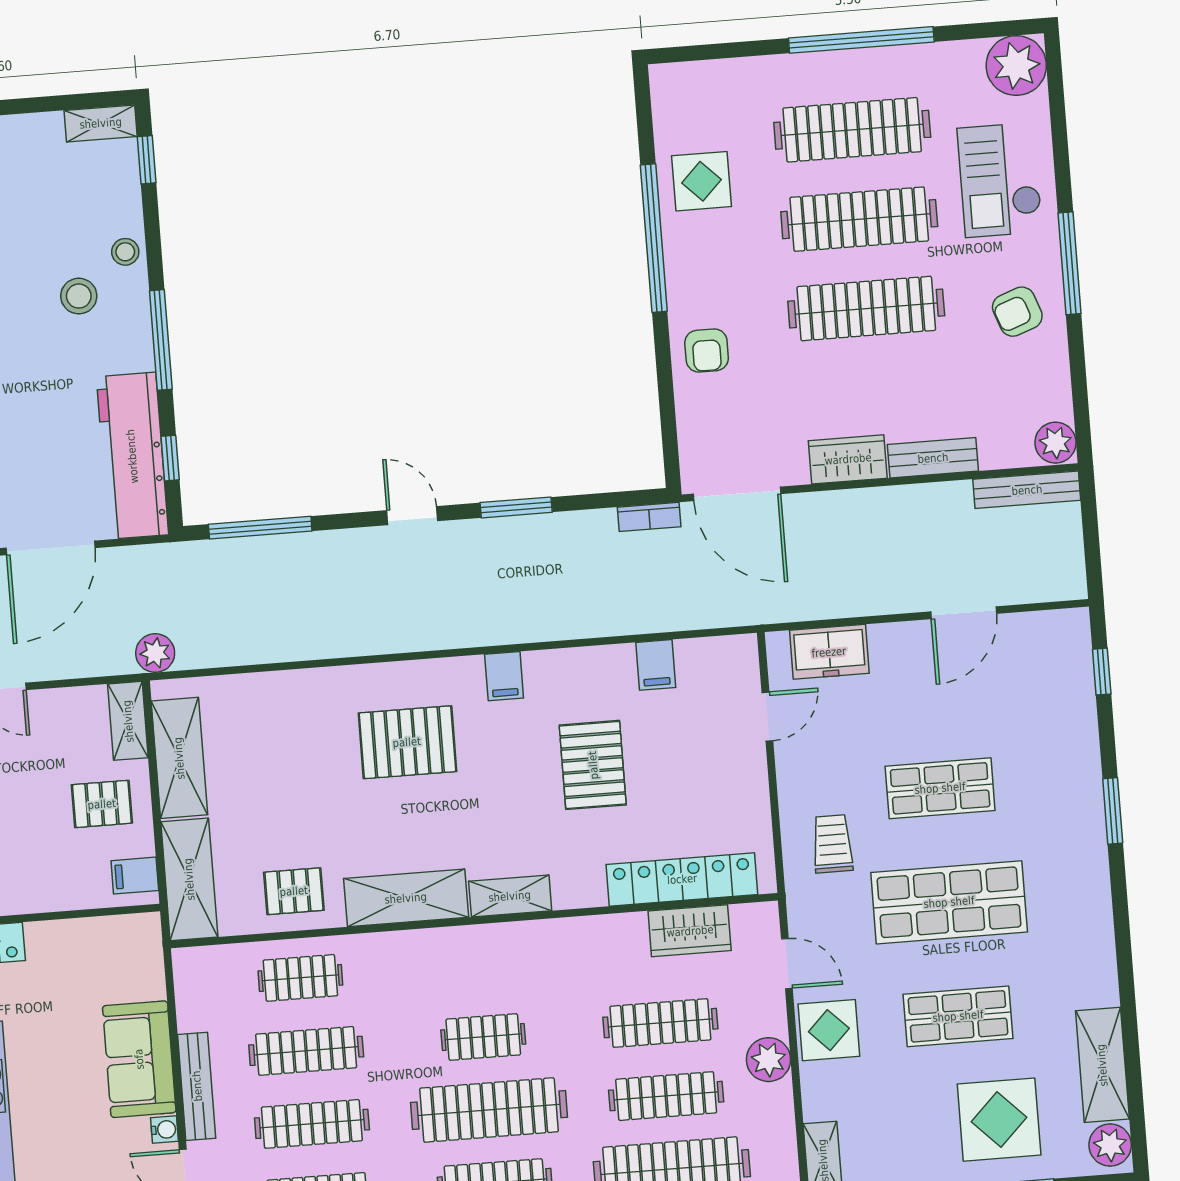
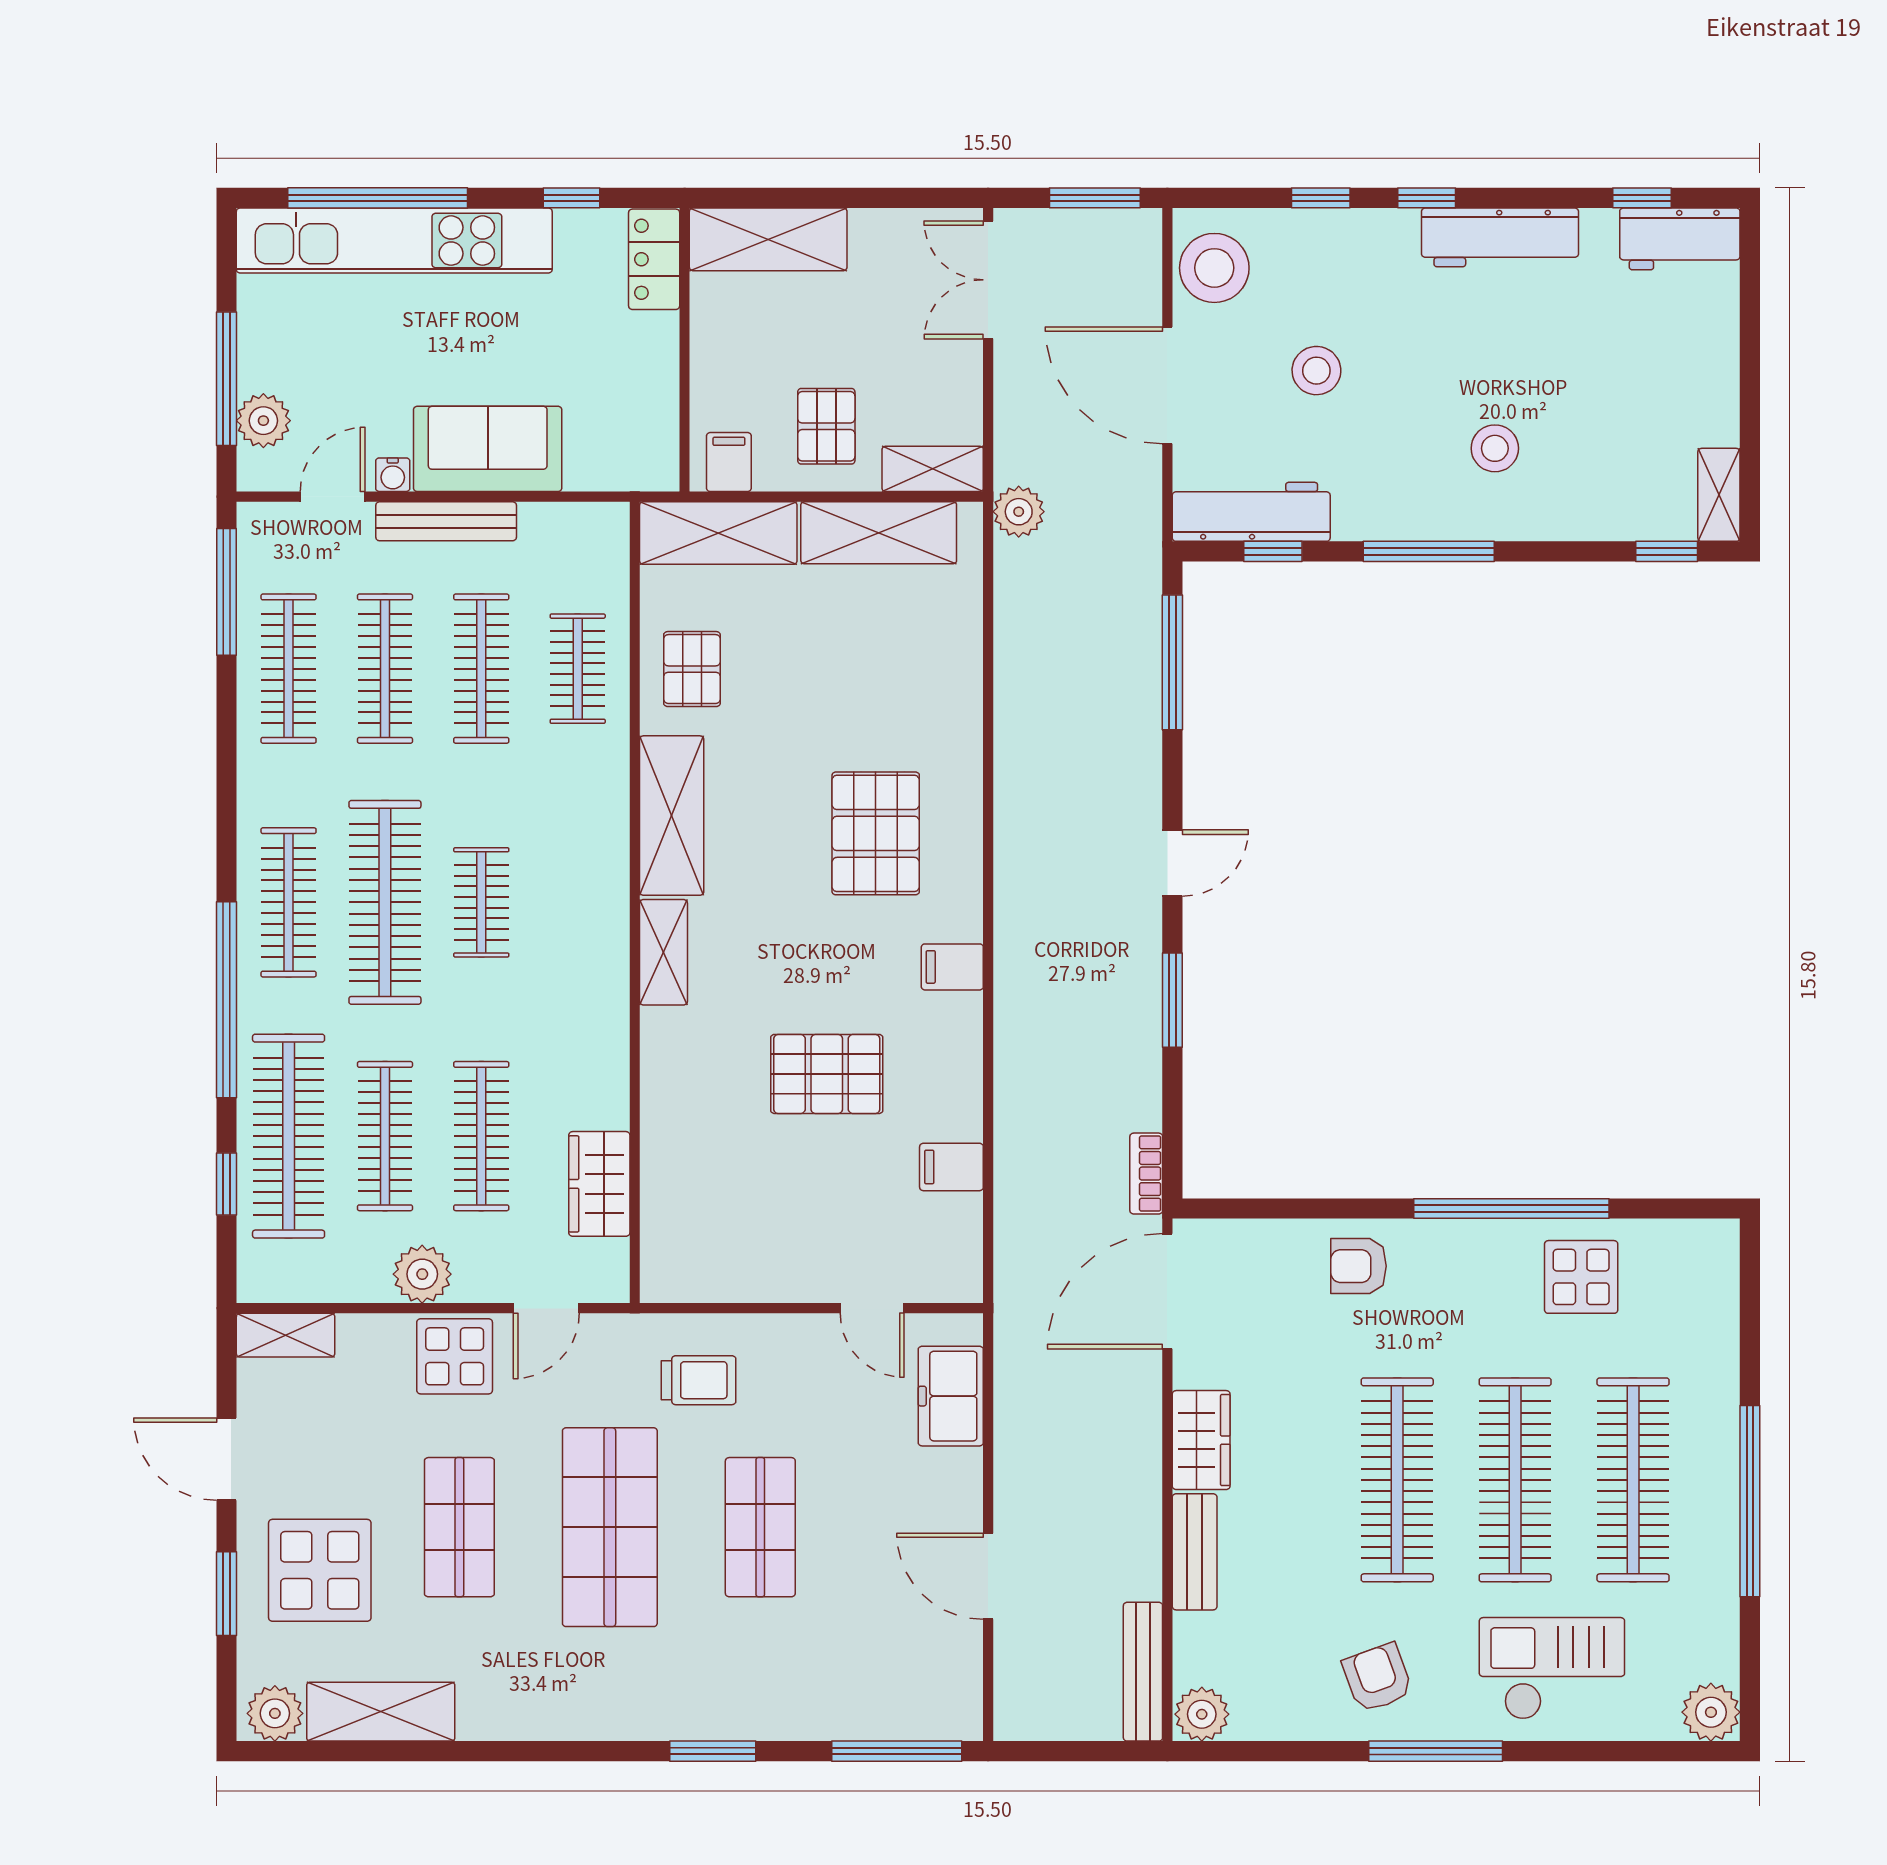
plant: (1016, 66) -> (1711, 1712), width x0.73, depth x0.73
stool: (125, 252) -> (1316, 371), moved, width x1.37, depth x1.37
workbench: (132, 456) -> (1251, 512), width x0.73, depth x0.76
window: (1102, 672) -> (897, 1751), width x2.17
locker: (682, 879) -> (667, 1179), removed

